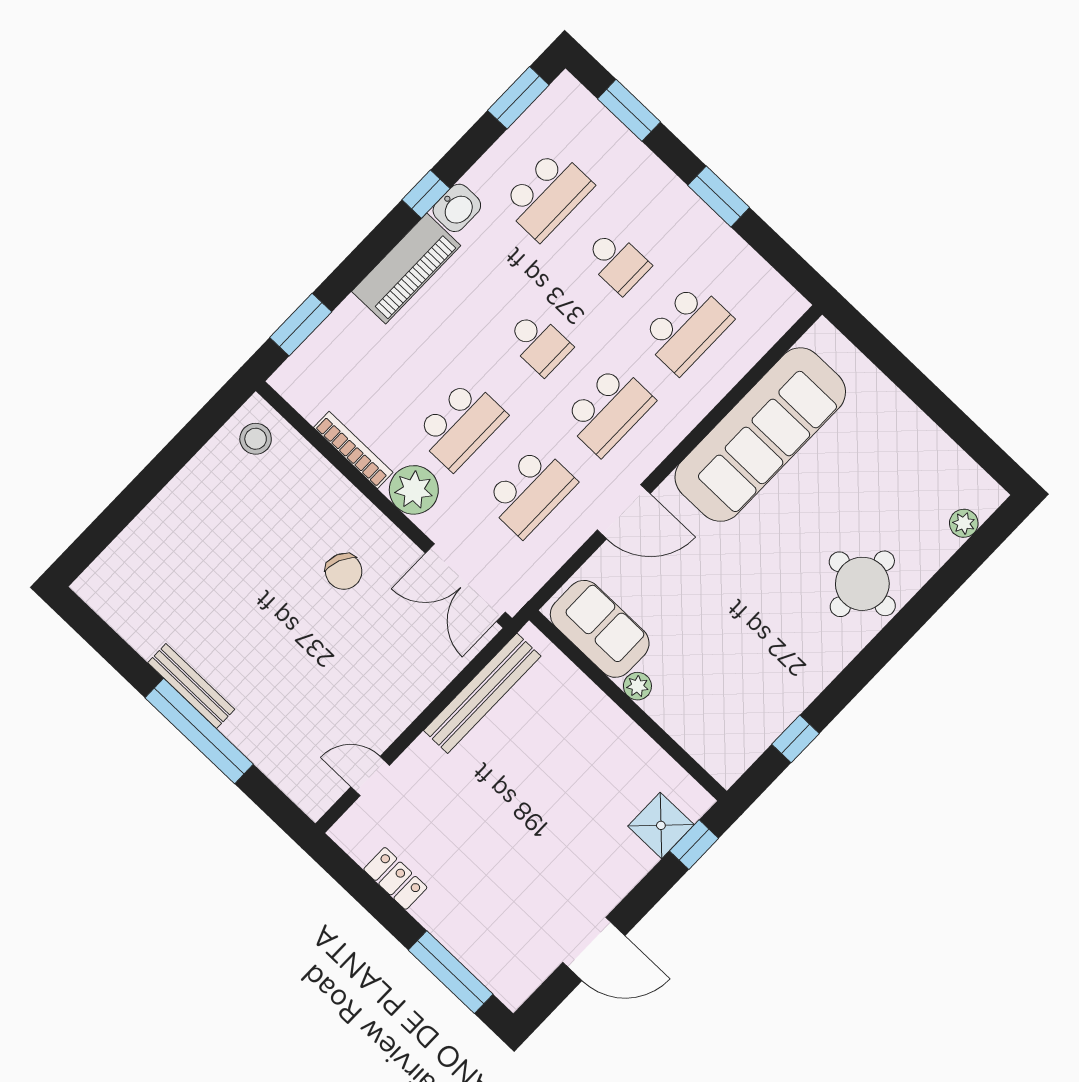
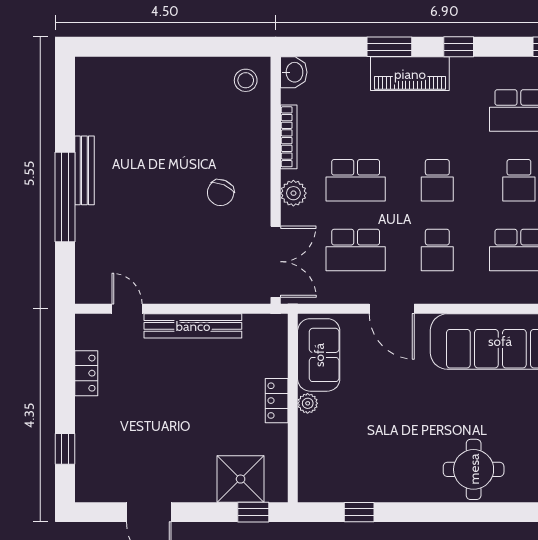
washbasin: (457, 208) -> (294, 72), moved, turned -90
window: (301, 325) -> (389, 47), moved
school desk: (609, 410) -> (437, 250), width x0.54
plant: (414, 490) -> (293, 193), width x0.73, depth x0.73
double door: (465, 583) -> (276, 262), swing flipped
bench: (482, 693) -> (193, 326), moved
locker: (605, 715) -> (277, 401), added
shower: (661, 825) -> (241, 479), width x1.36, depth x1.36
window: (451, 972) -> (65, 449), width x0.46

